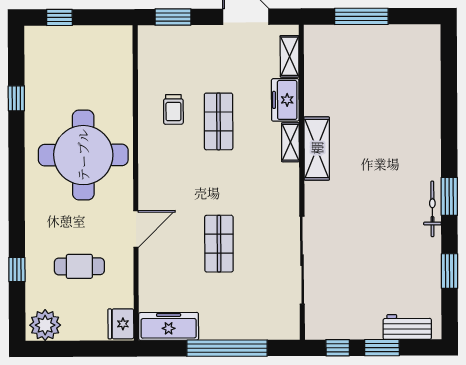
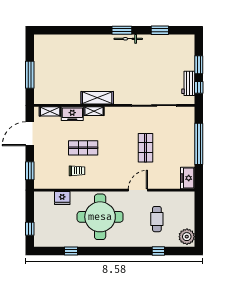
door: (136, 229) -> (138, 190), hinge flipped
shop shelf: (219, 244) -> (146, 148), turned 90
fridge: (121, 324) -> (62, 198), moved
freezer: (169, 326) -> (188, 178), width x0.71
workbench: (407, 327) -> (188, 83), moved

